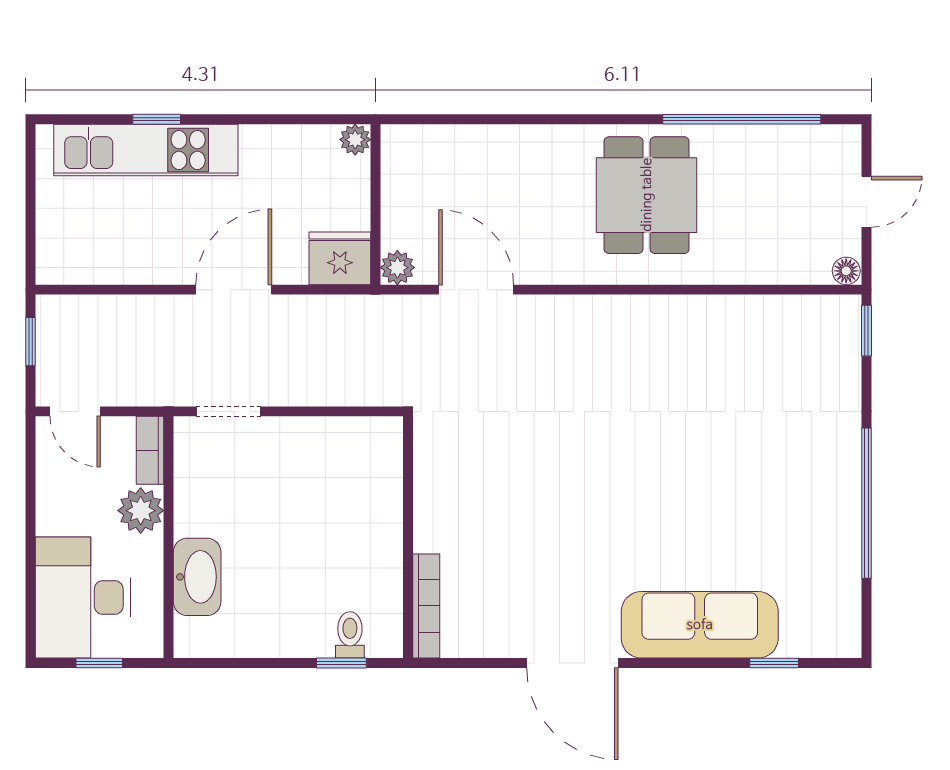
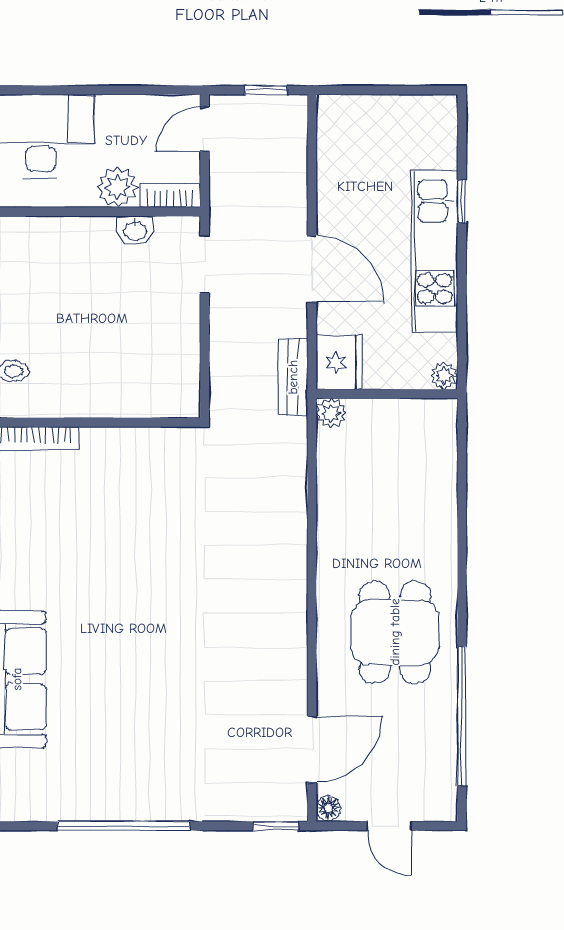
kitchen unit: (146, 150) -> (435, 251), moved
dining table: (647, 195) -> (395, 632), turned 90
door: (476, 290) -> (312, 749), moved
bench: (356, 311) -> (293, 377), added
washbasin: (197, 577) -> (135, 230), moved, width x0.52, depth x0.69

